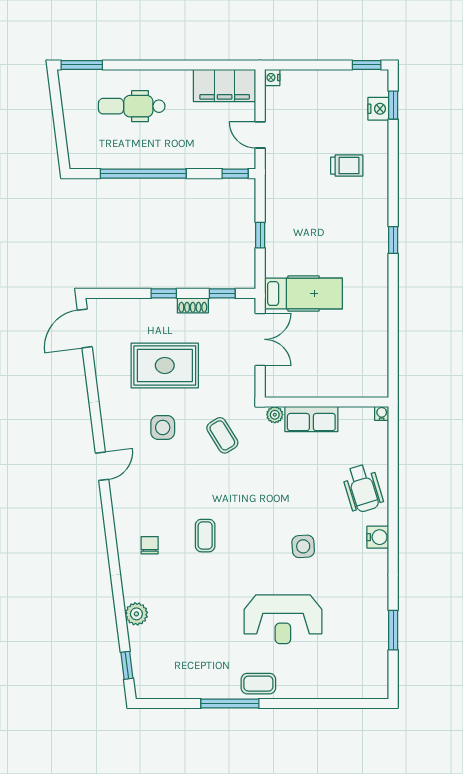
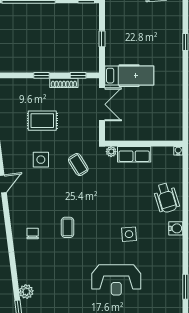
shoe rack: (193, 305) -> (64, 83), width x1.43
rug: (165, 365) -> (42, 121), width x0.73, depth x0.70
plant: (136, 614) -> (26, 292), moved

